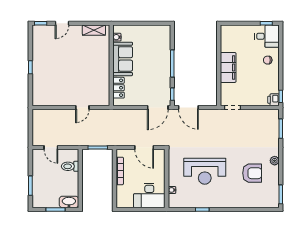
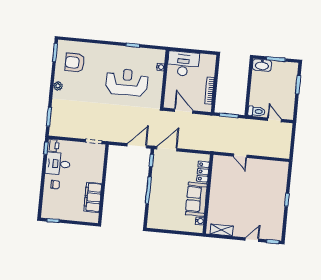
desk: (267, 36) -> (58, 164), moved
filing cabinet: (228, 67) -> (93, 197), moved
door: (82, 108) -> (240, 156), swing flipped
door: (188, 108) -> (137, 146), hinge flipped
toilet: (70, 166) -> (256, 111), moved
armchair: (252, 173) -> (75, 63), moved

